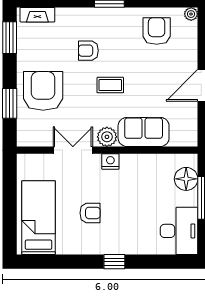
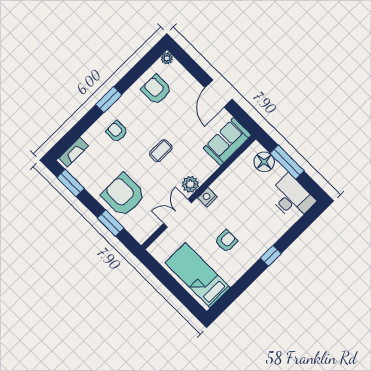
armchair: (88, 51) -> (117, 132), moved, turned 90
sofa: (144, 132) -> (227, 142), moved

